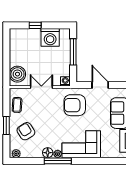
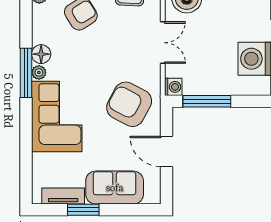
window: (73, 52) -> (207, 101), moved
door: (100, 85) -> (166, 151), swing flipped
armchair: (75, 105) -> (129, 104), turned -62

